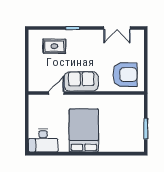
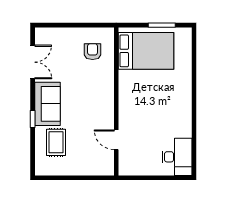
armchair: (125, 75) -> (93, 52), width x0.53, depth x0.53
sofa: (81, 82) -> (47, 104), moved, turned 180
bed: (84, 130) -> (146, 51), moved, turned 180

